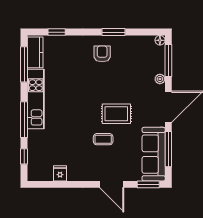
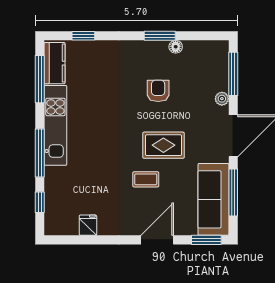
floor lamp: (160, 40) -> (176, 47), moved
armchair: (102, 54) -> (158, 91), moved
door: (112, 184) -> (157, 240), swing flipped

